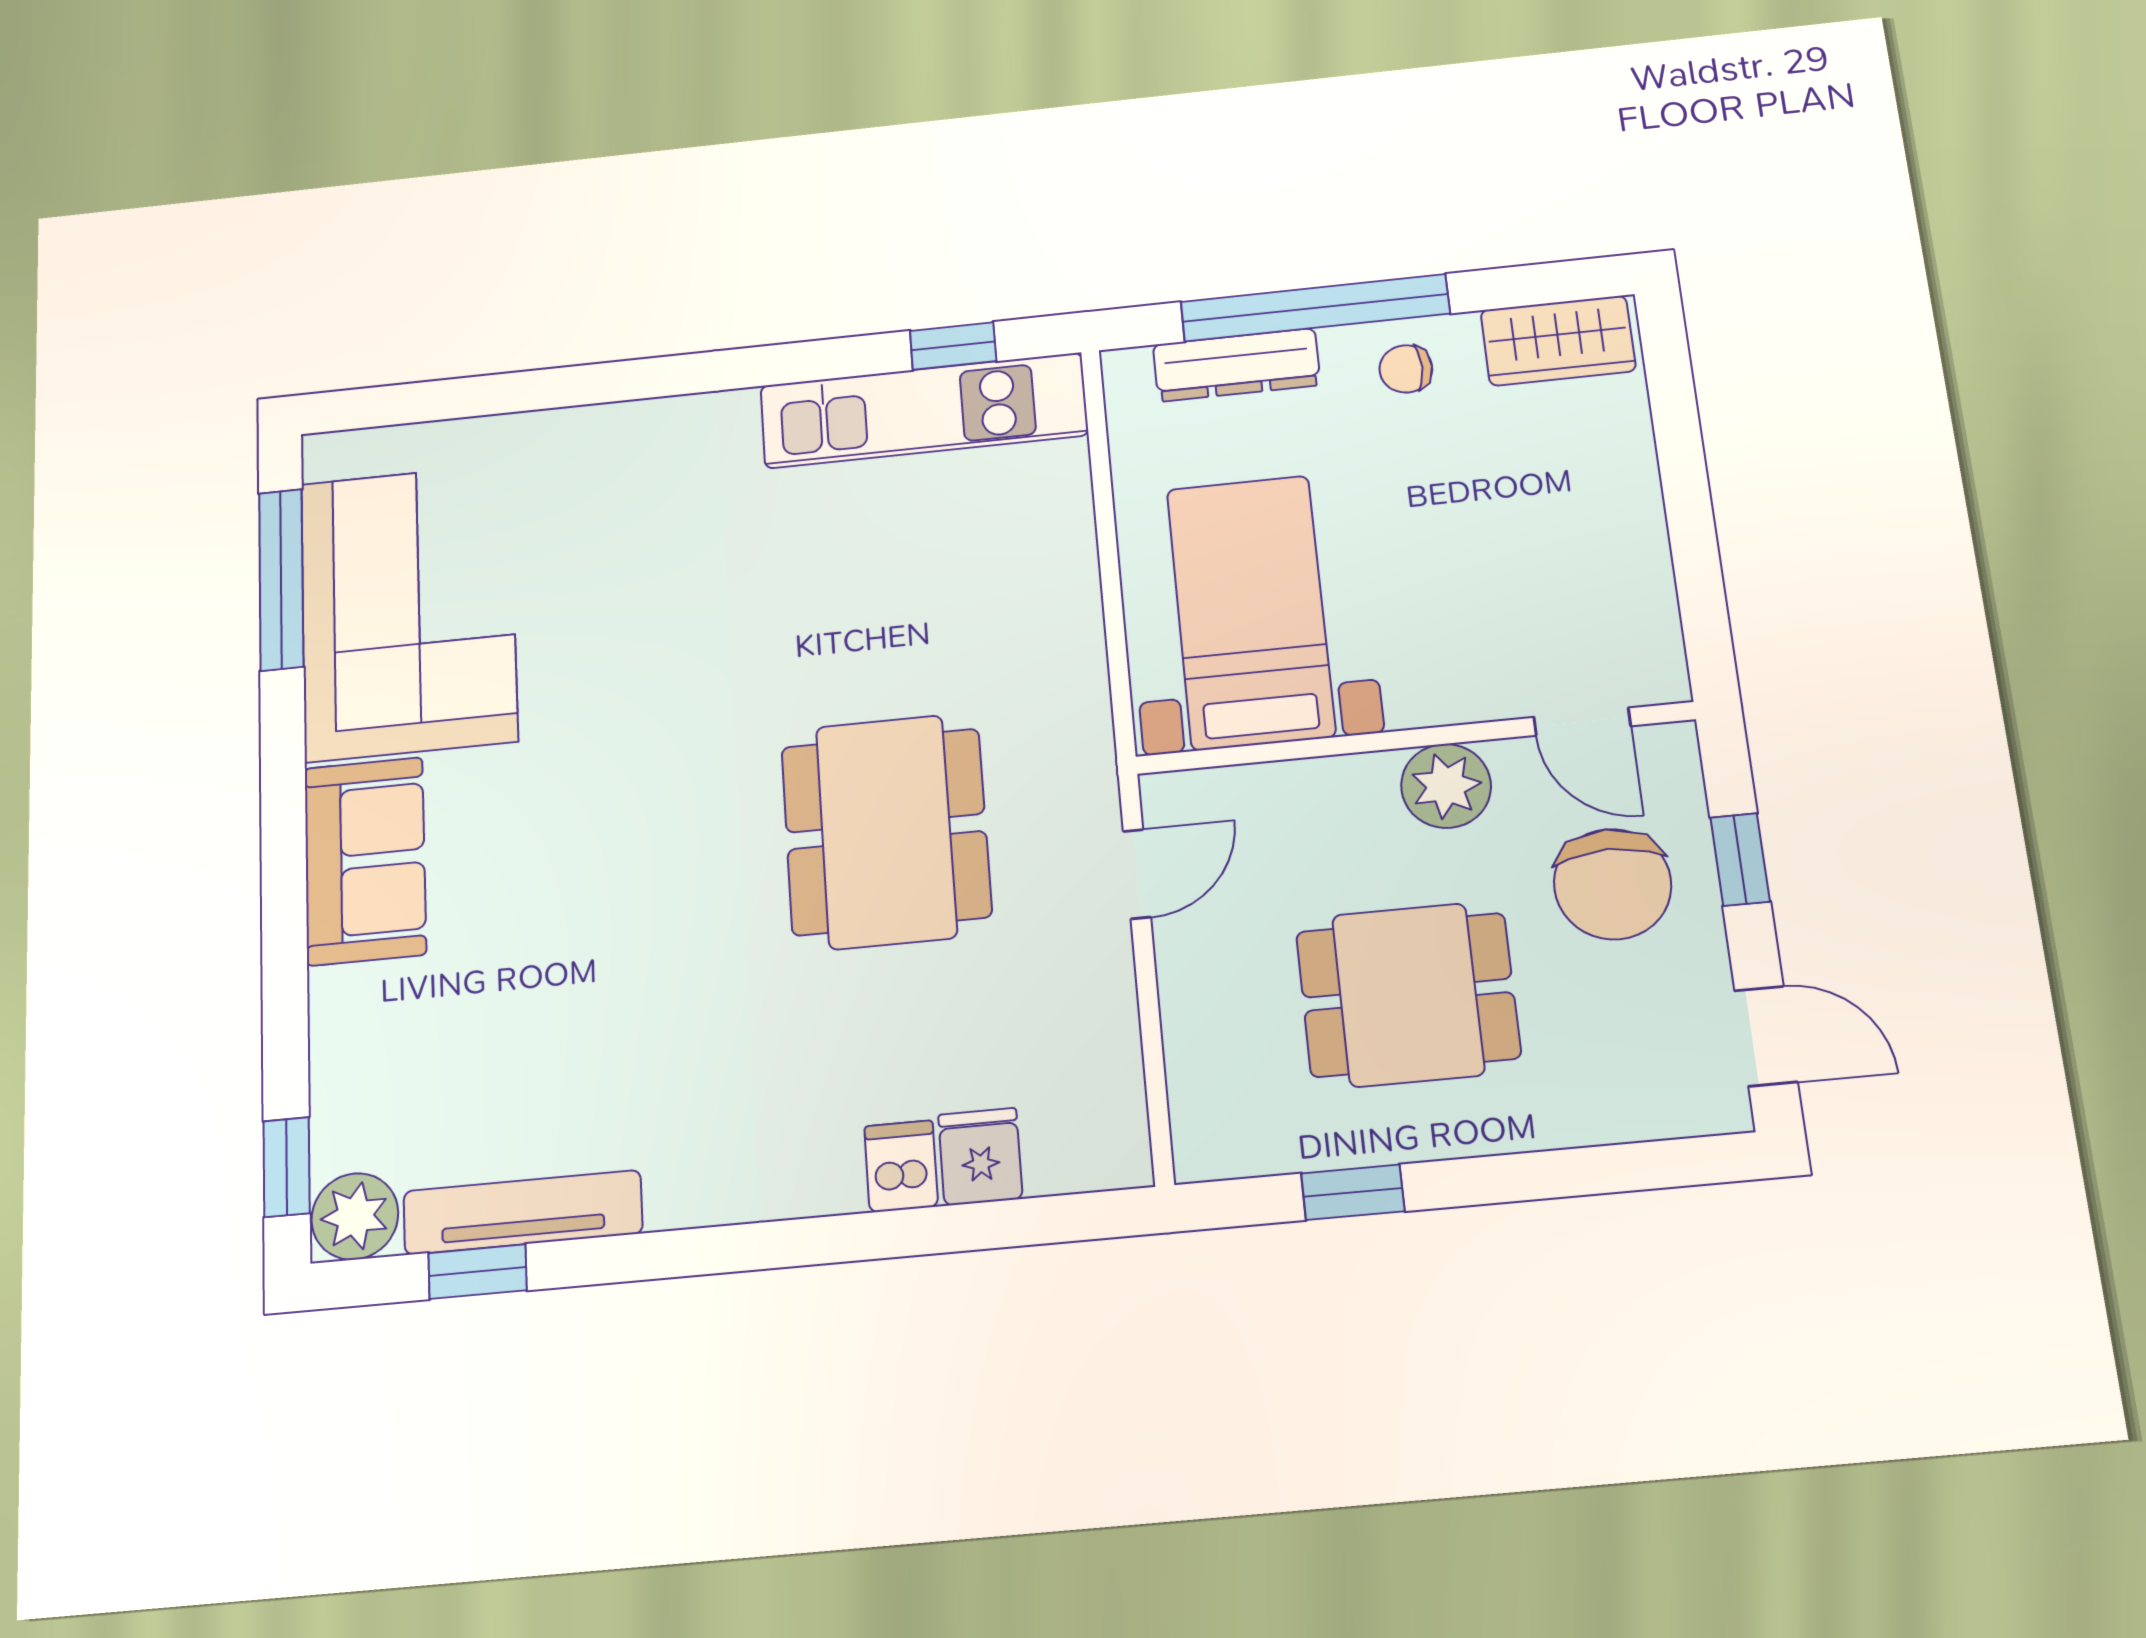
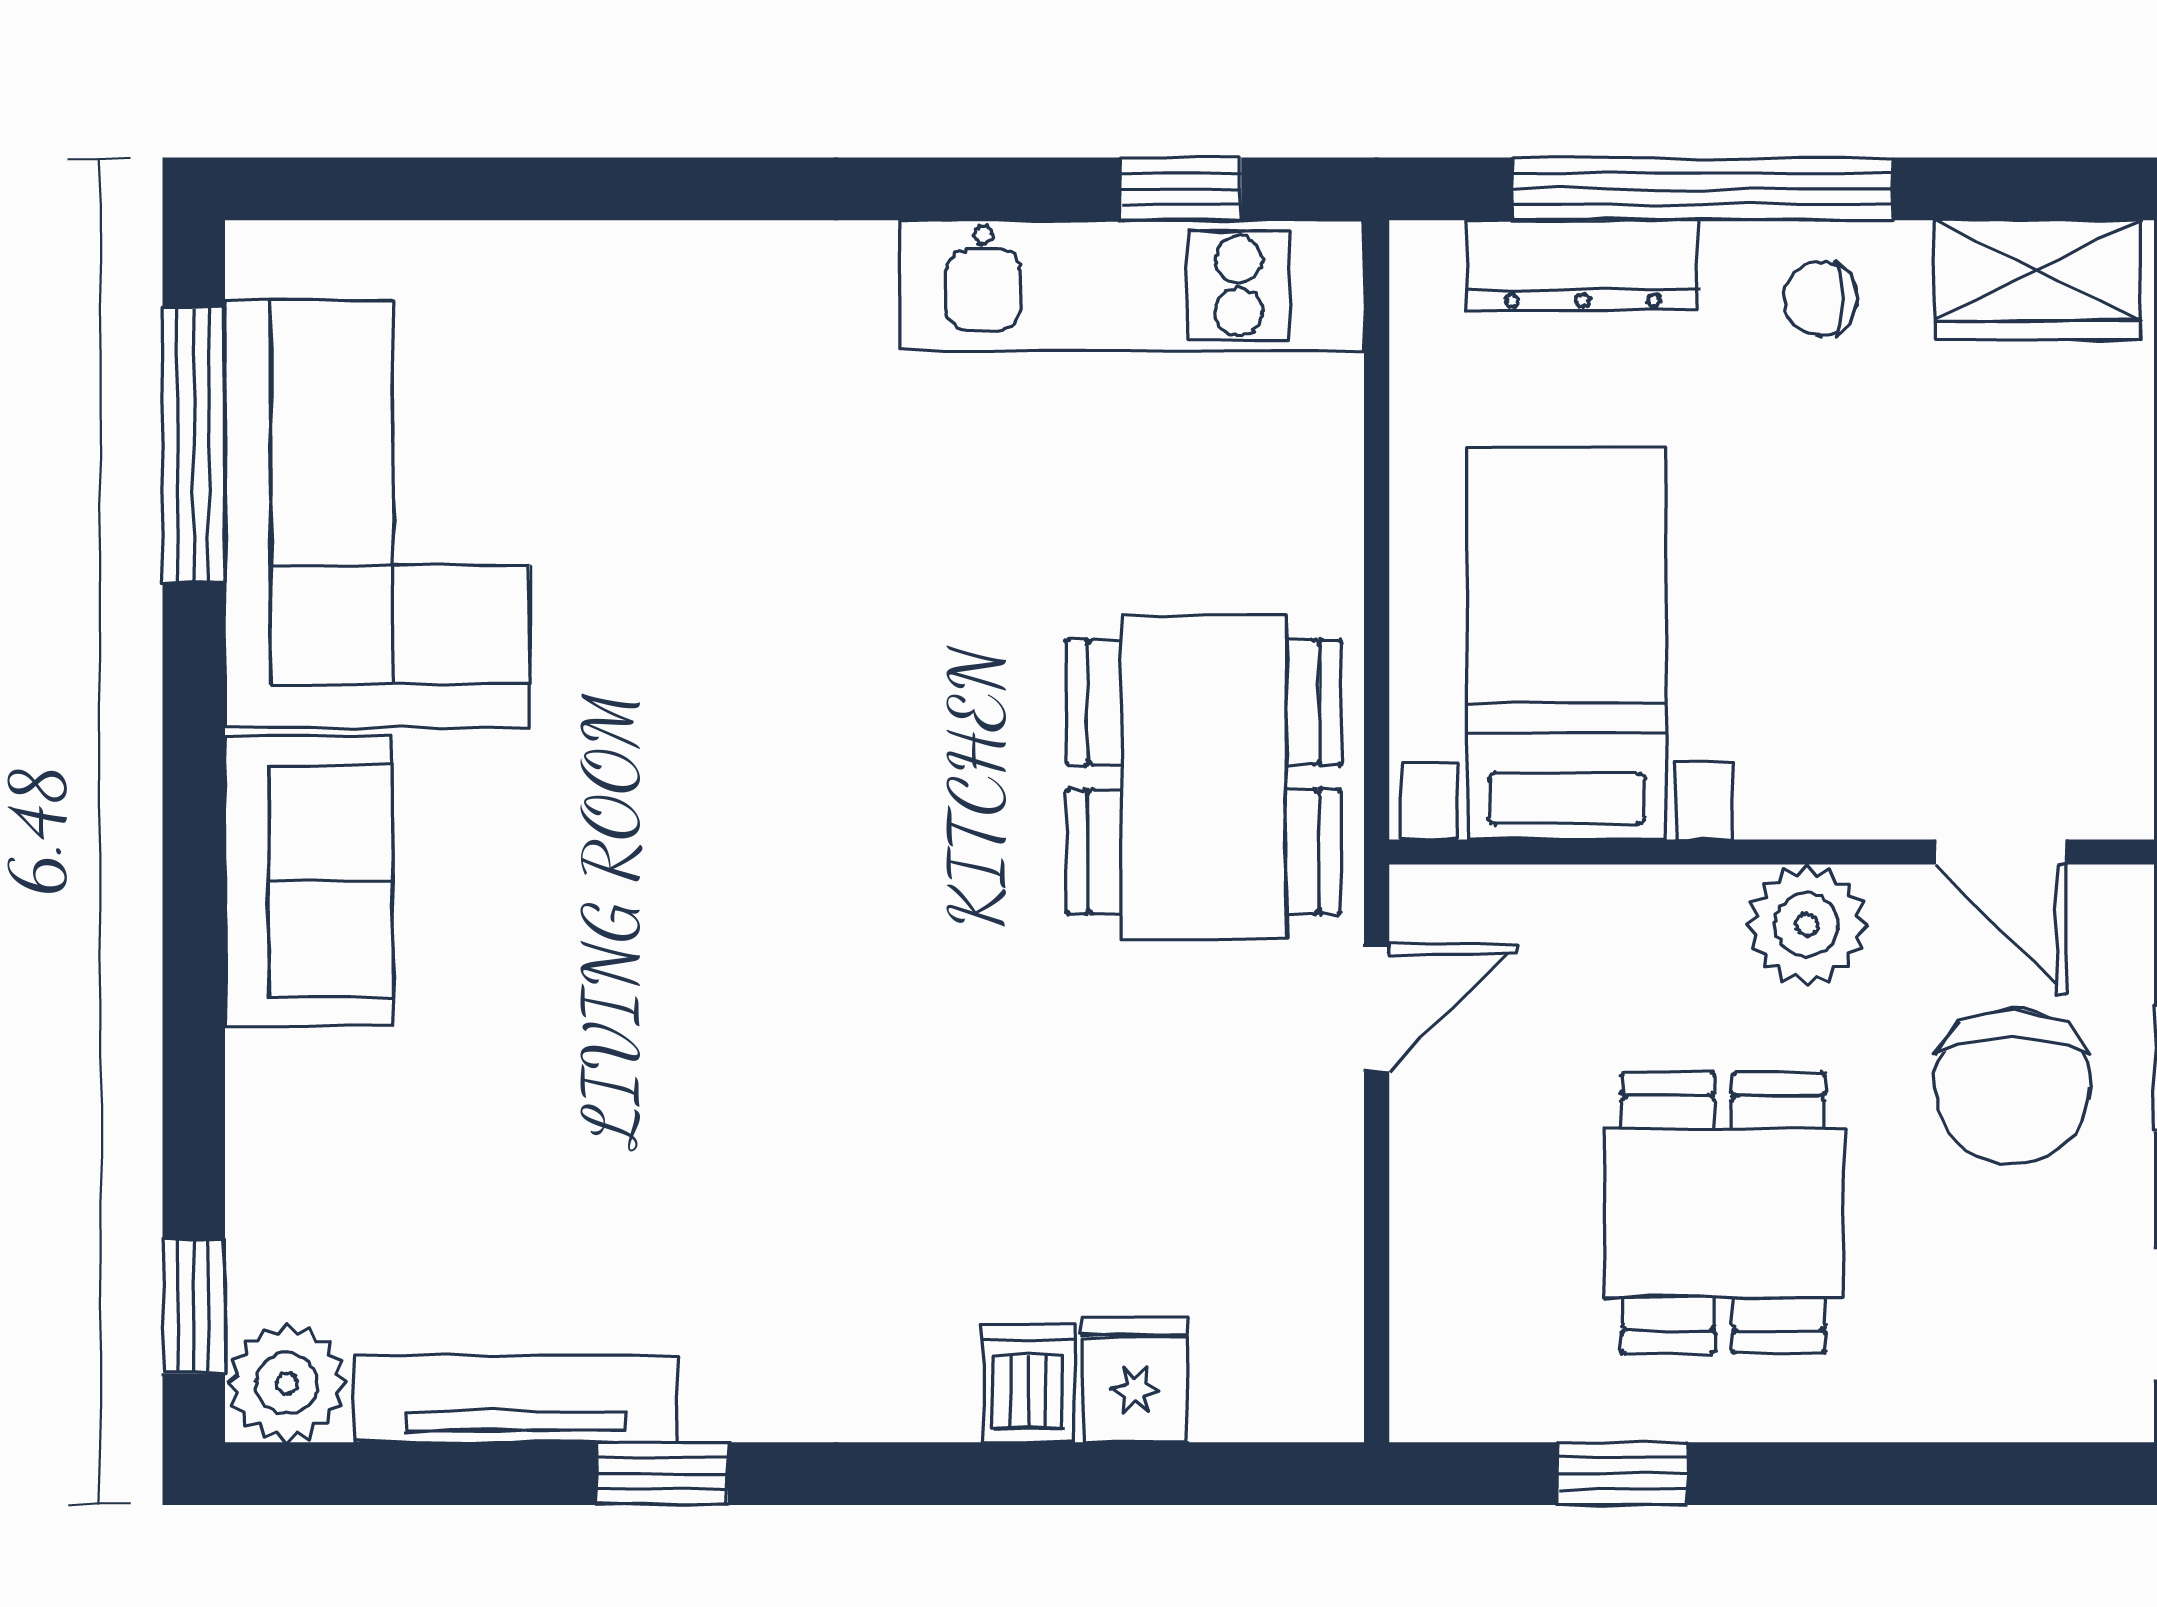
dining table: (886, 832) -> (1204, 777), moved
dining table: (1408, 995) -> (1723, 1213), turned 90
window: (477, 1272) -> (662, 1474), moved

